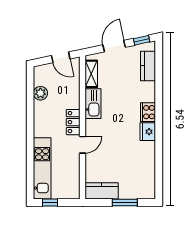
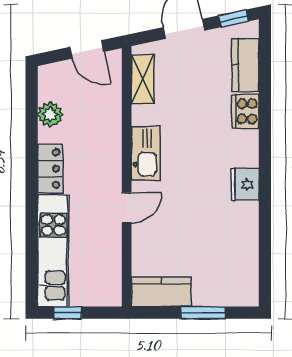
kitchen sink: (93, 104) -> (146, 153), moved
cooker: (148, 112) -> (246, 111), moved
locker: (73, 122) -> (50, 169), moved, turned 180

